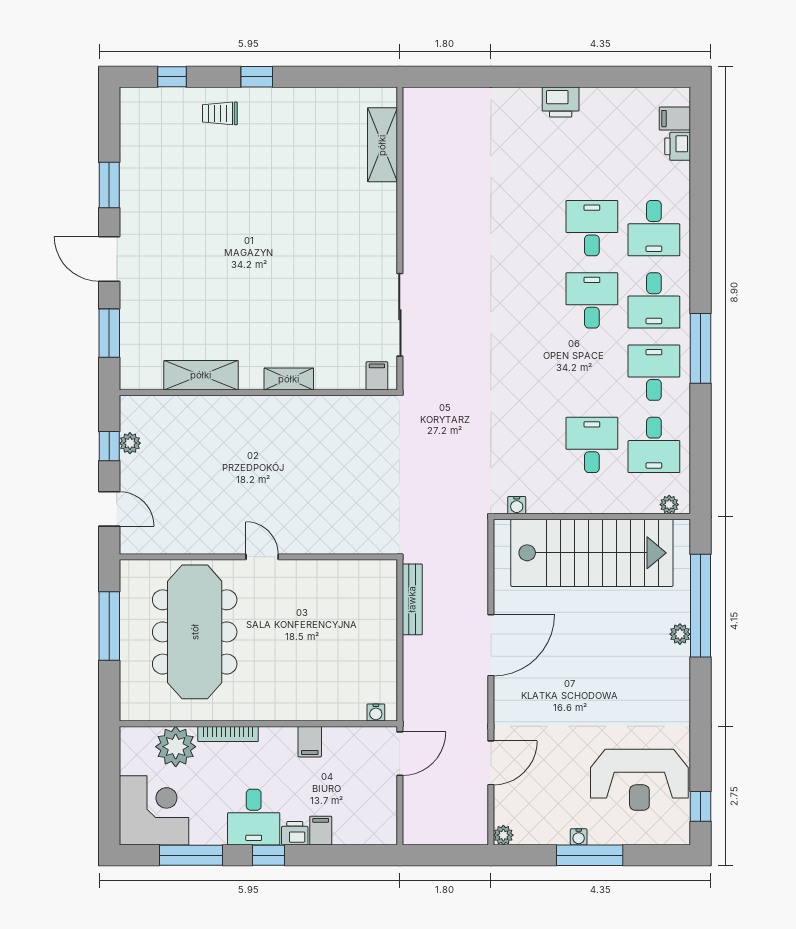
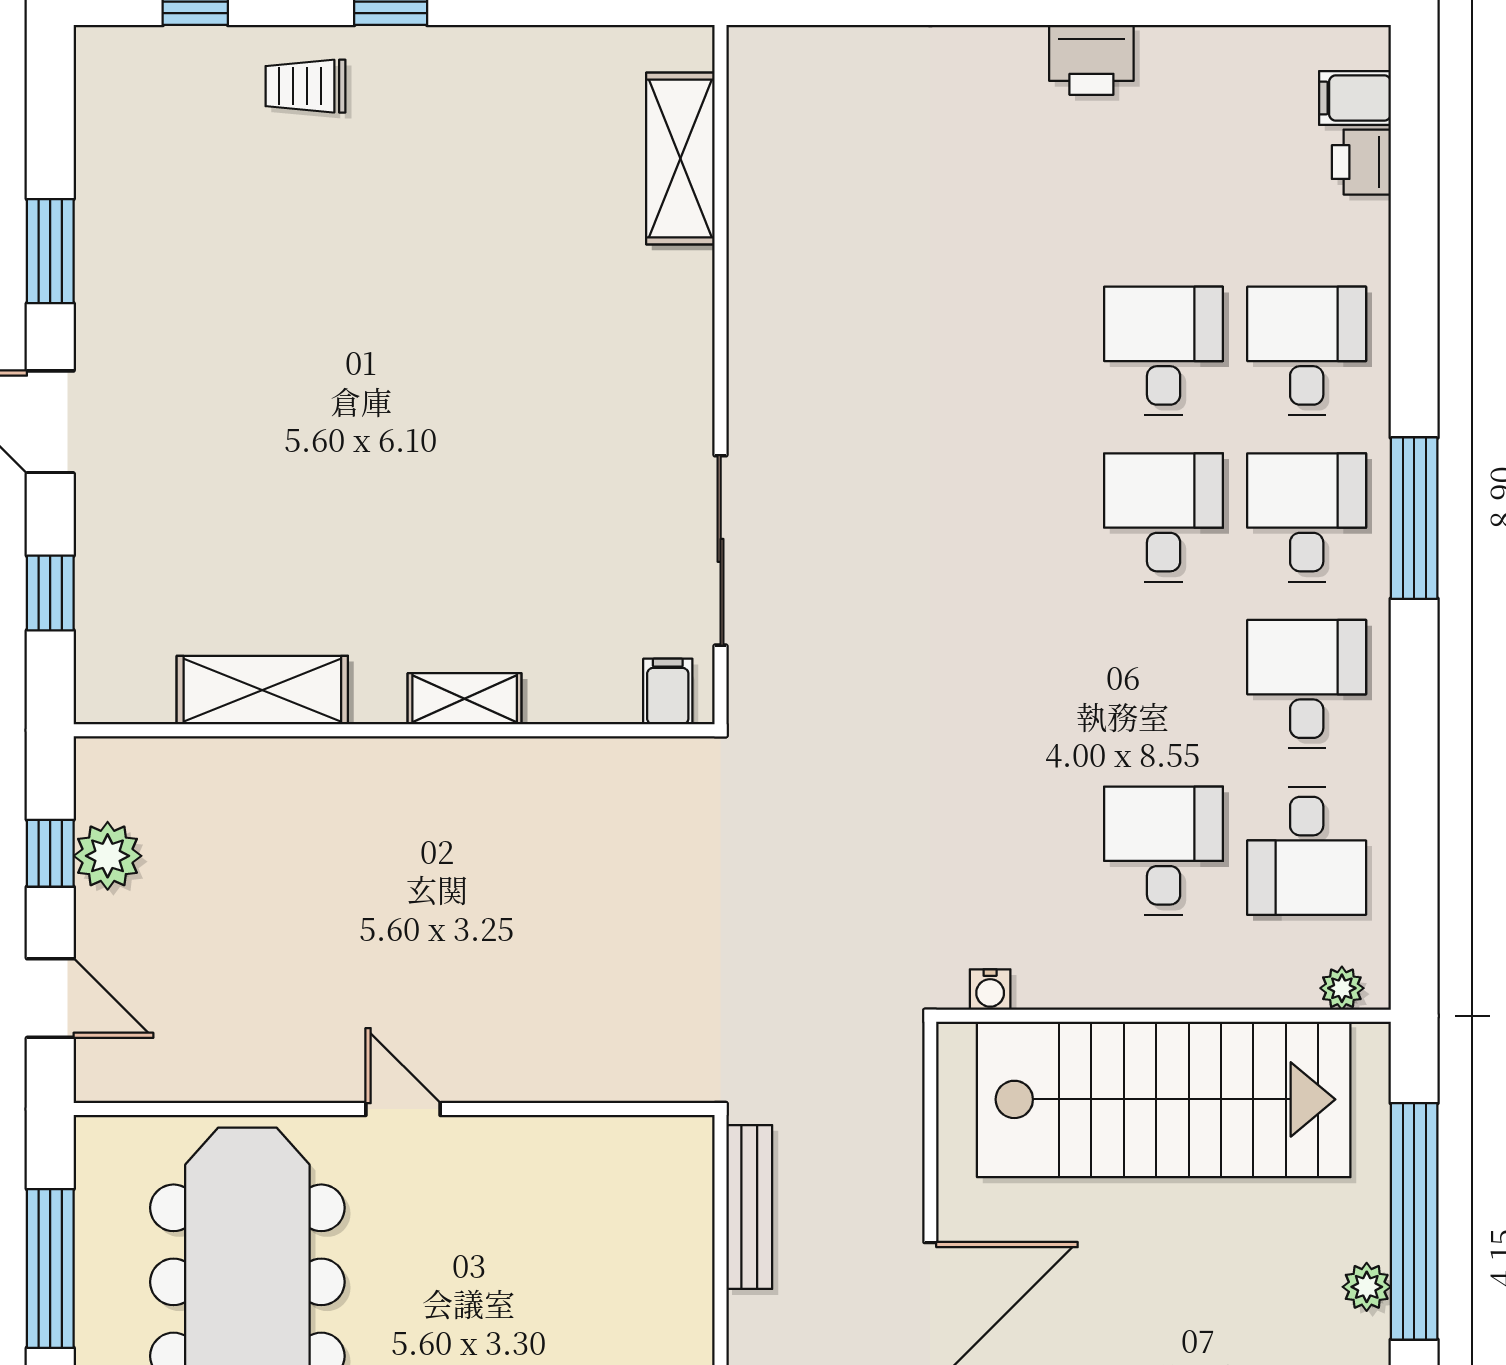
desk: (654, 228) -> (1307, 351), turned 180
desk: (654, 300) -> (1307, 517), turned 180
window: (109, 333) -> (50, 593), width x0.67
window: (701, 348) -> (1414, 518), moved
plant: (130, 443) -> (108, 856), width x1.38, depth x1.38

